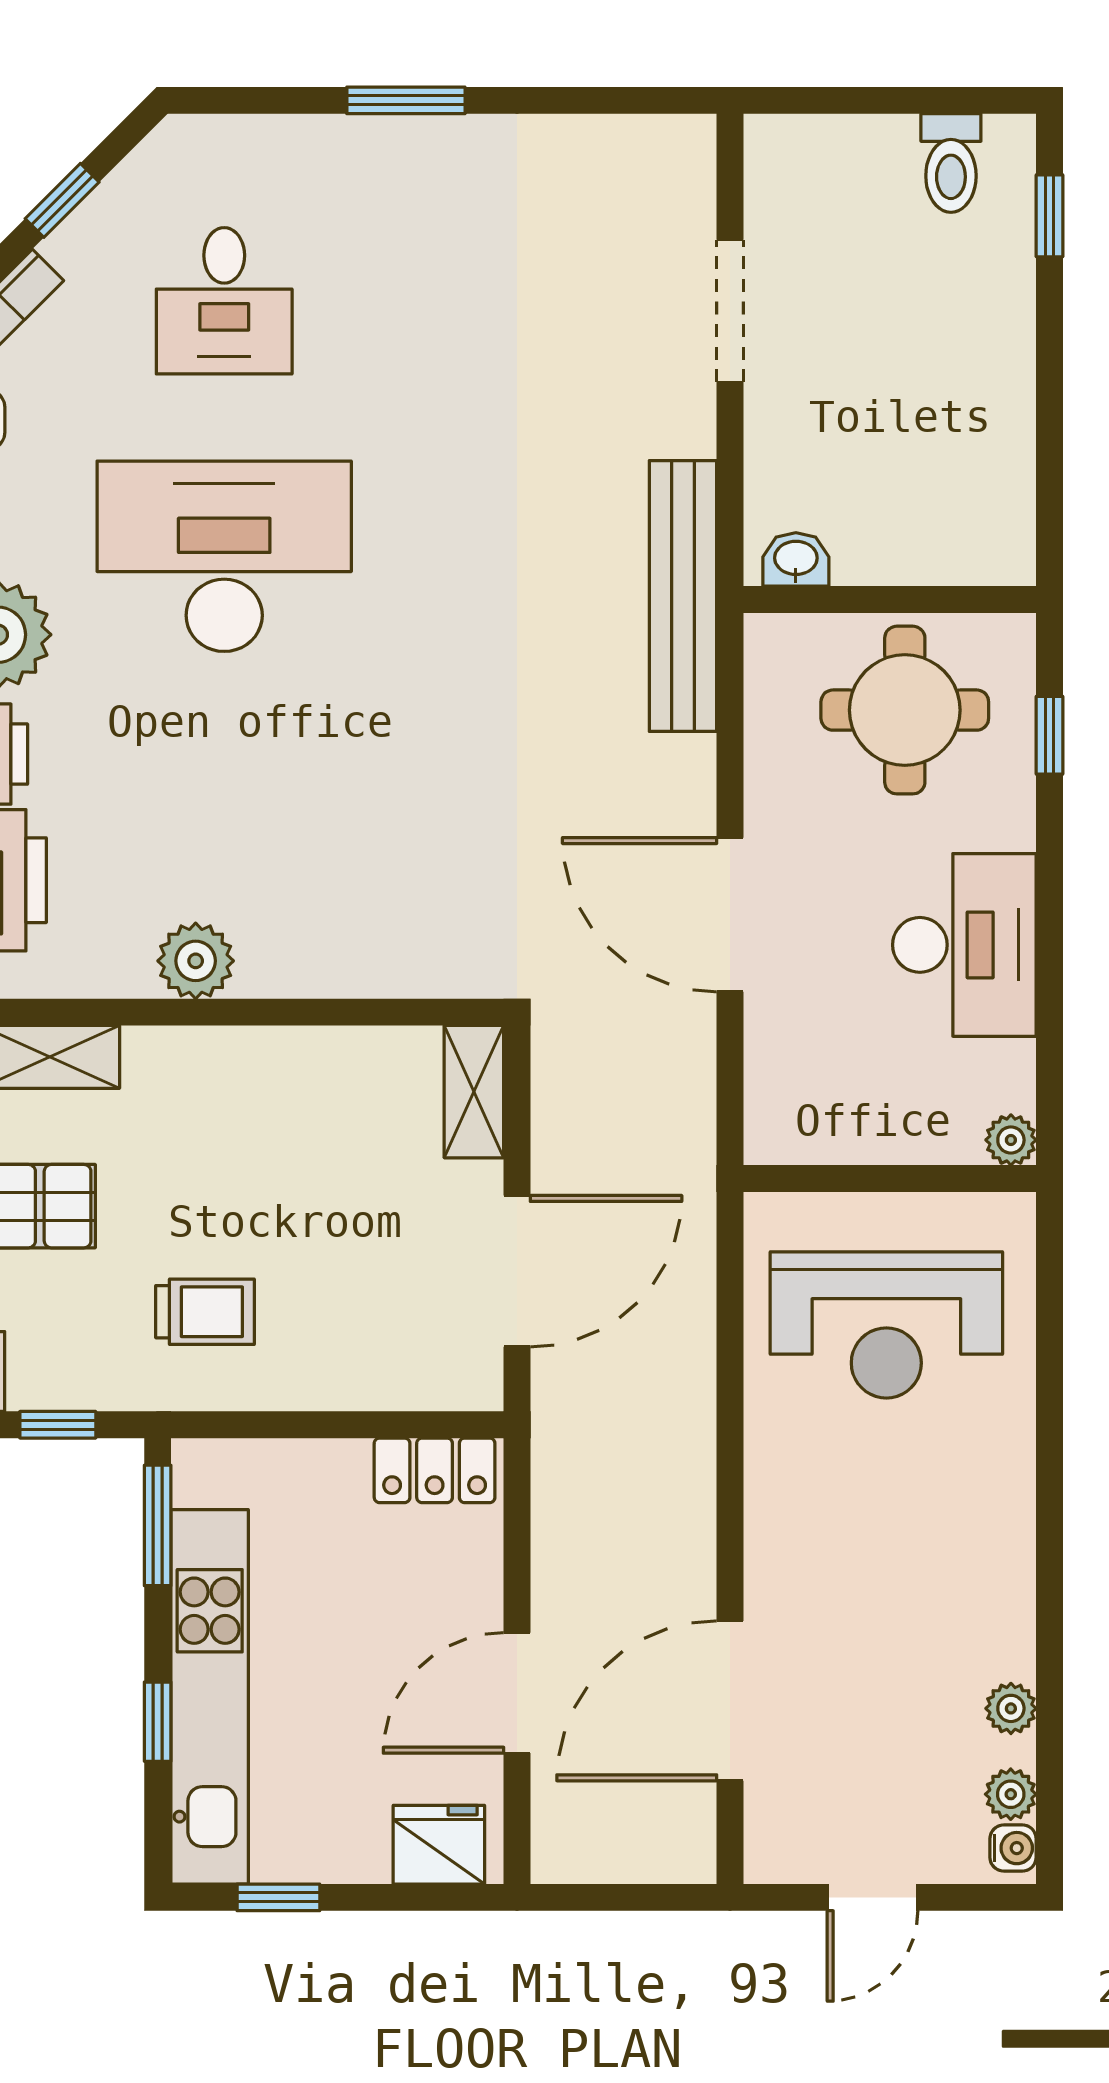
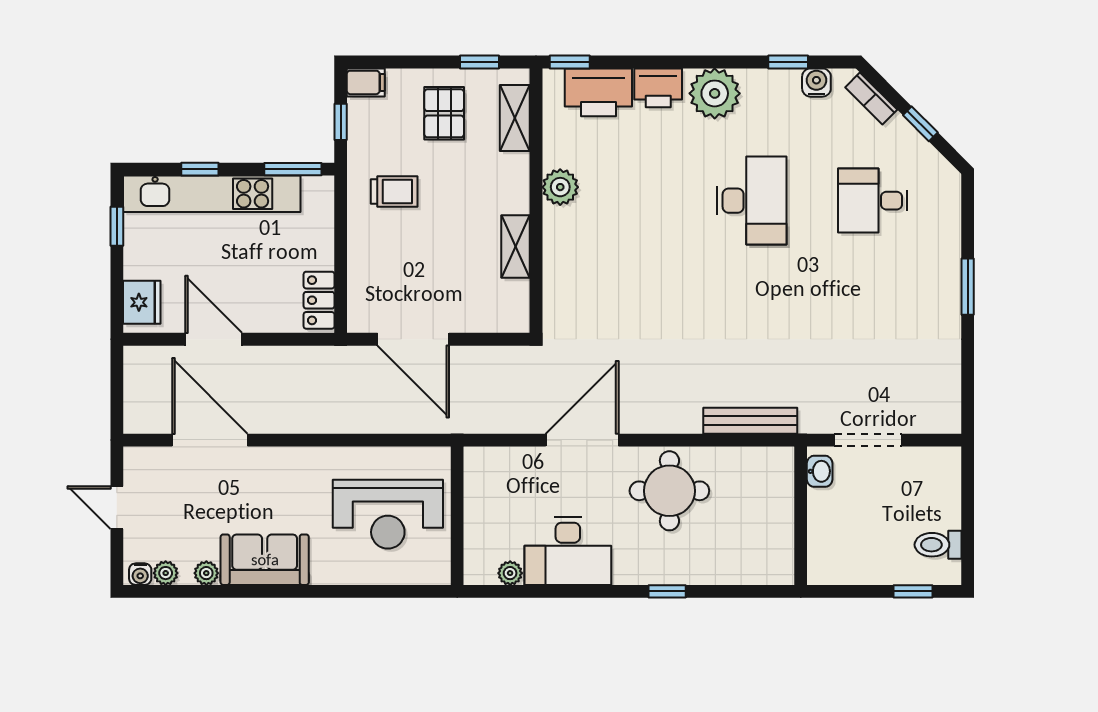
desk: (224, 556) -> (752, 201), width x0.73, depth x0.77
washbasin: (796, 559) -> (820, 471), moved
bench: (683, 596) -> (750, 421), width x0.73, depth x0.82
wall: (890, 600) -> (801, 516), moved
round table: (905, 710) -> (669, 491), moved
shelving: (474, 1092) -> (516, 247), moved, turned 90
plant: (1011, 1140) -> (510, 573), moved
trolley: (205, 1312) -> (394, 192), turned -90
reception desk: (886, 1325) -> (388, 514), turned -90
sofa: (983, 1585) -> (265, 560), added

